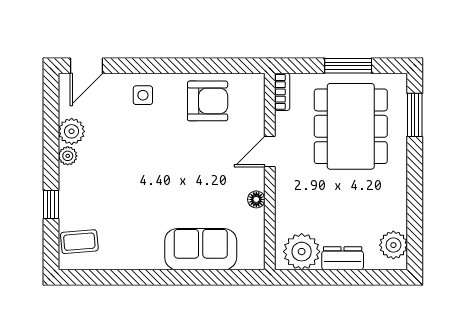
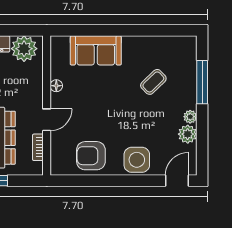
bookcase: (282, 92) -> (38, 147), moved
side table: (143, 95) -> (137, 160), width x1.87, depth x1.87
window: (51, 205) -> (202, 82), width x2.17
coffee table: (79, 242) -> (153, 82), moved, turned -39

